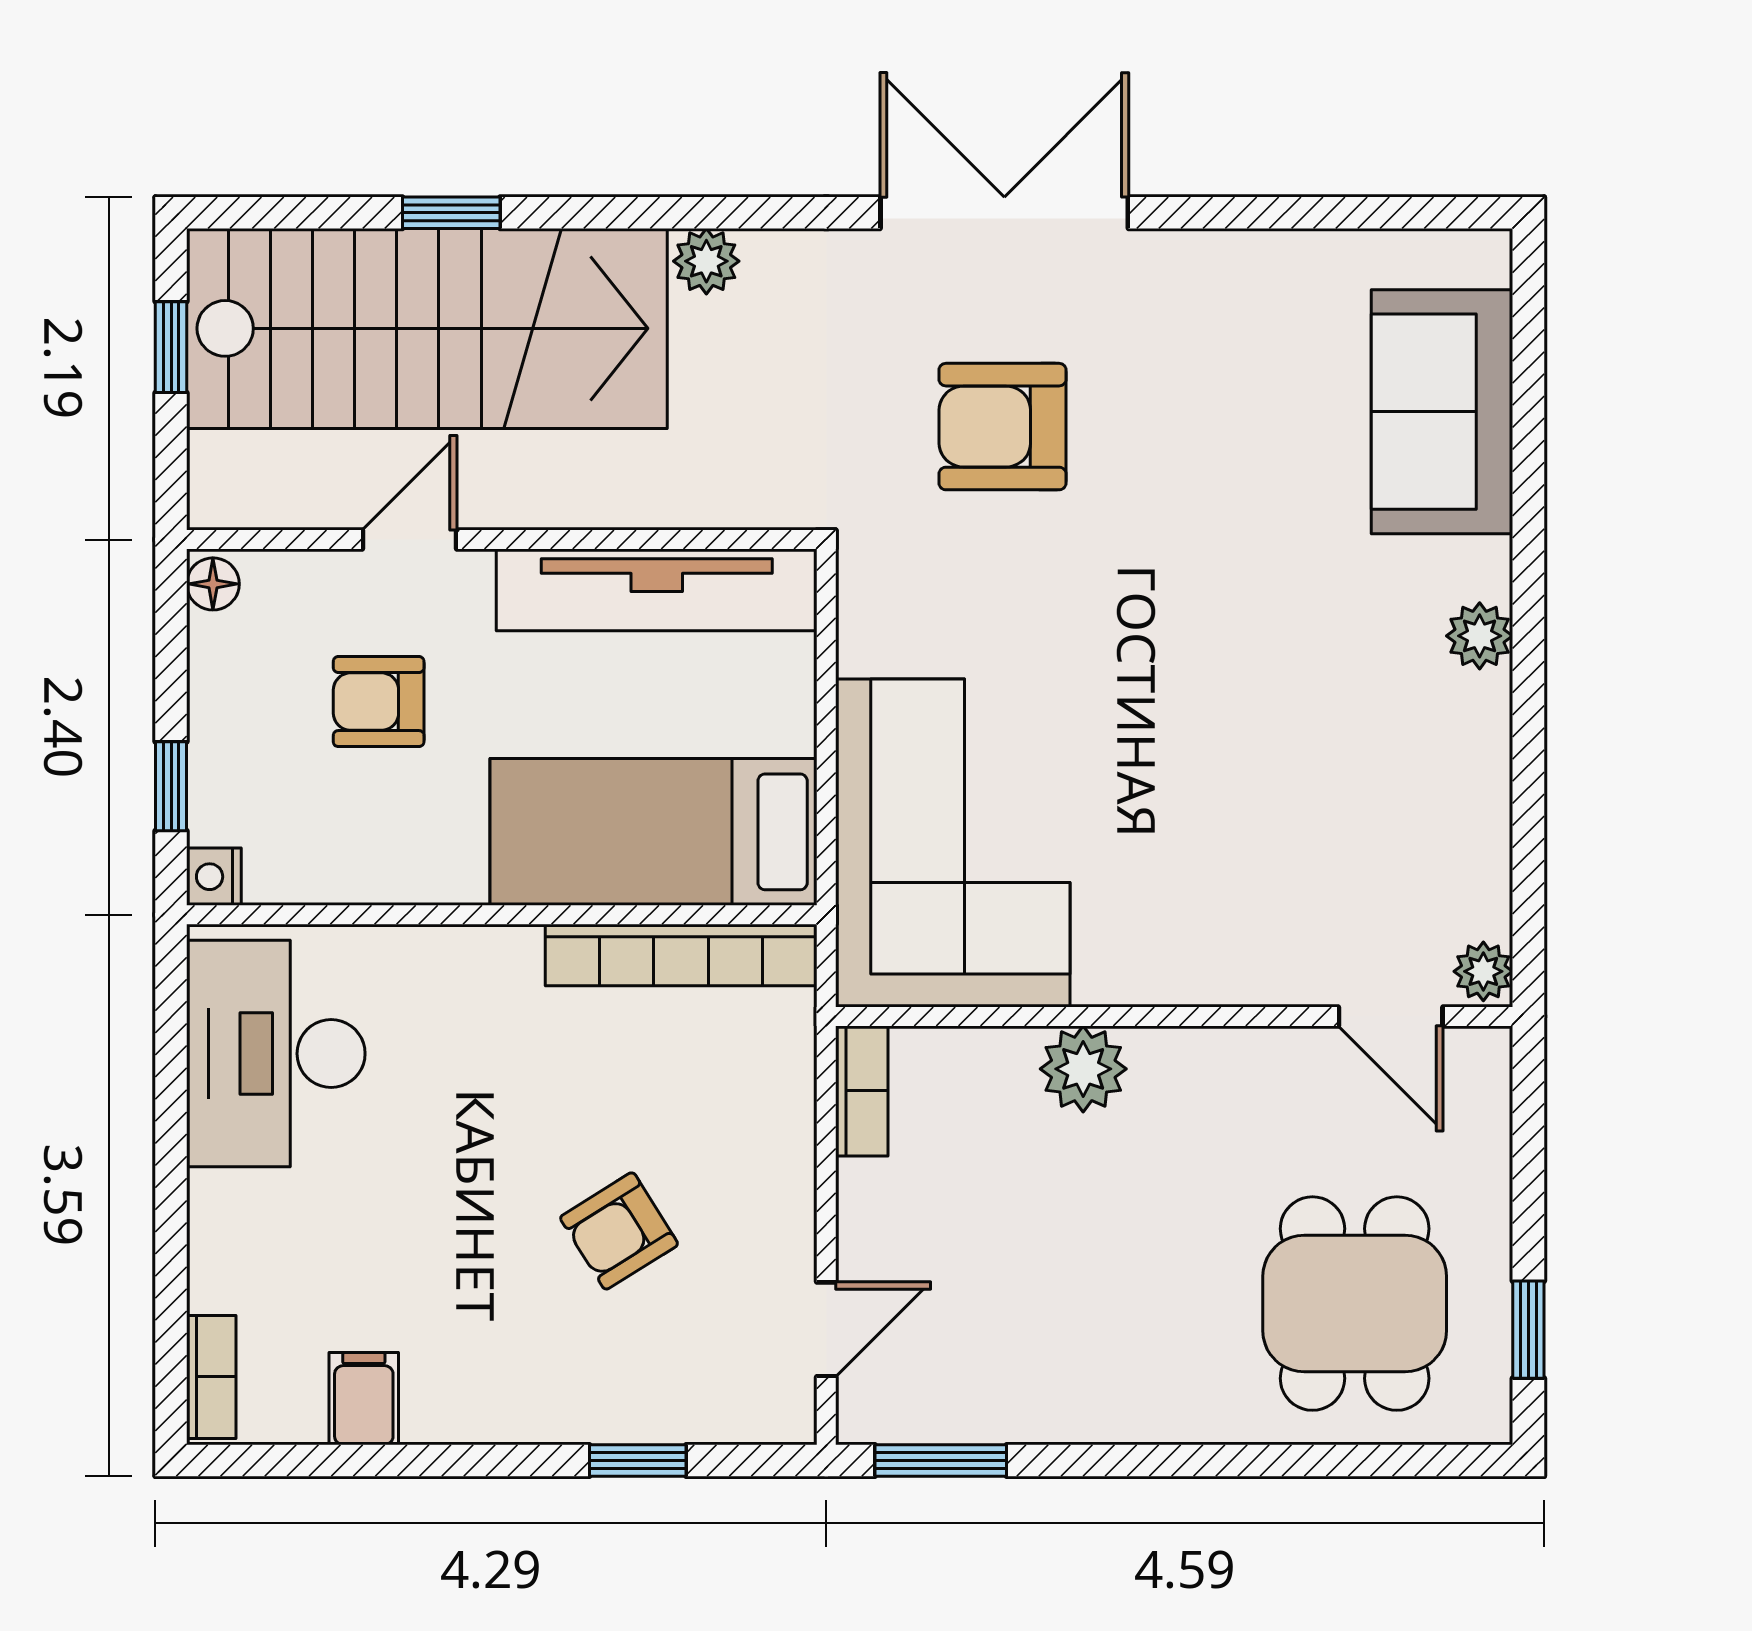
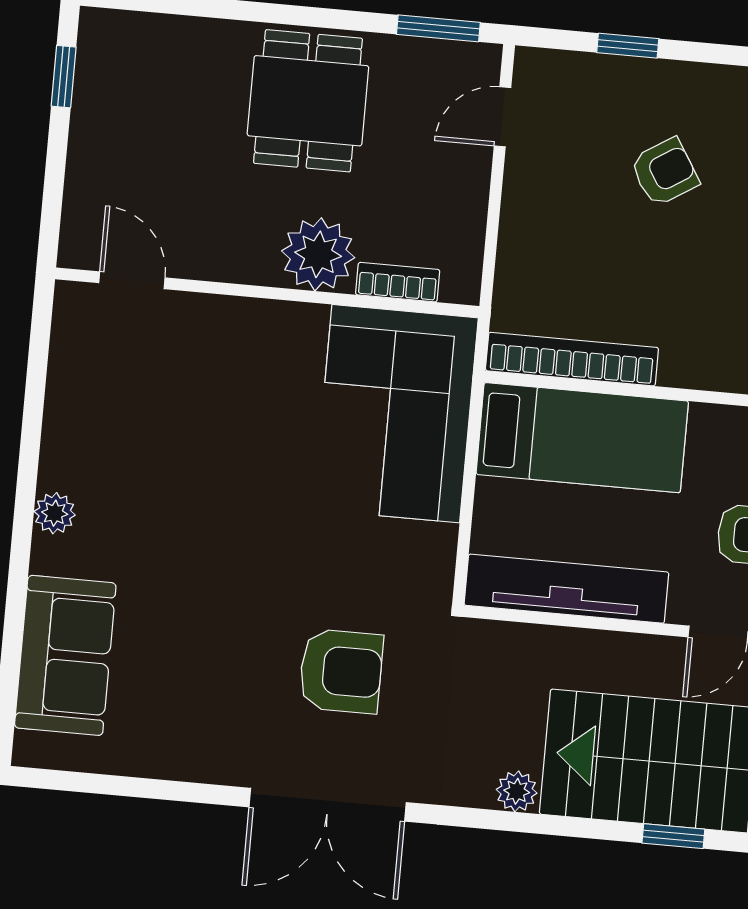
plant: (1483, 971) -> (71, 303), removed
plant: (1083, 1069) -> (318, 254), width x1.36, depth x1.36
bookcase: (862, 1091) -> (398, 282), moved, turned 90
armchair: (619, 1231) -> (664, 172), moved
dining table: (1355, 1304) -> (308, 101), moved

